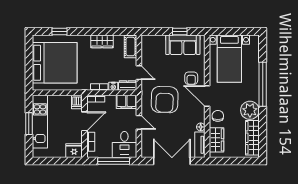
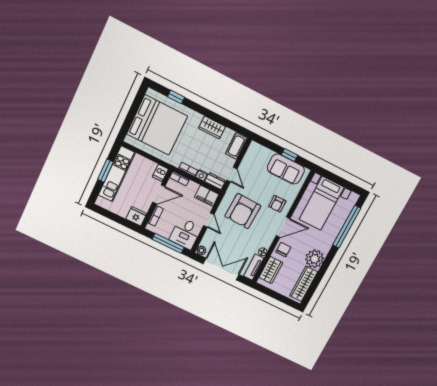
window: (263, 84) -> (347, 227), moved
door: (207, 96) -> (283, 227), swing flipped
plant: (146, 153) -> (201, 250), added

